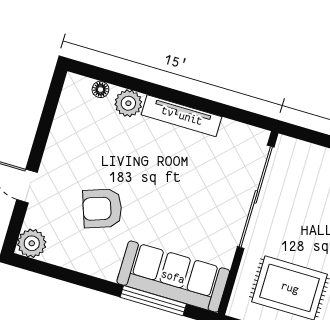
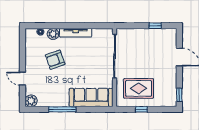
armchair: (102, 208) -> (55, 60), moved
window: (153, 301) -> (62, 109), moved

